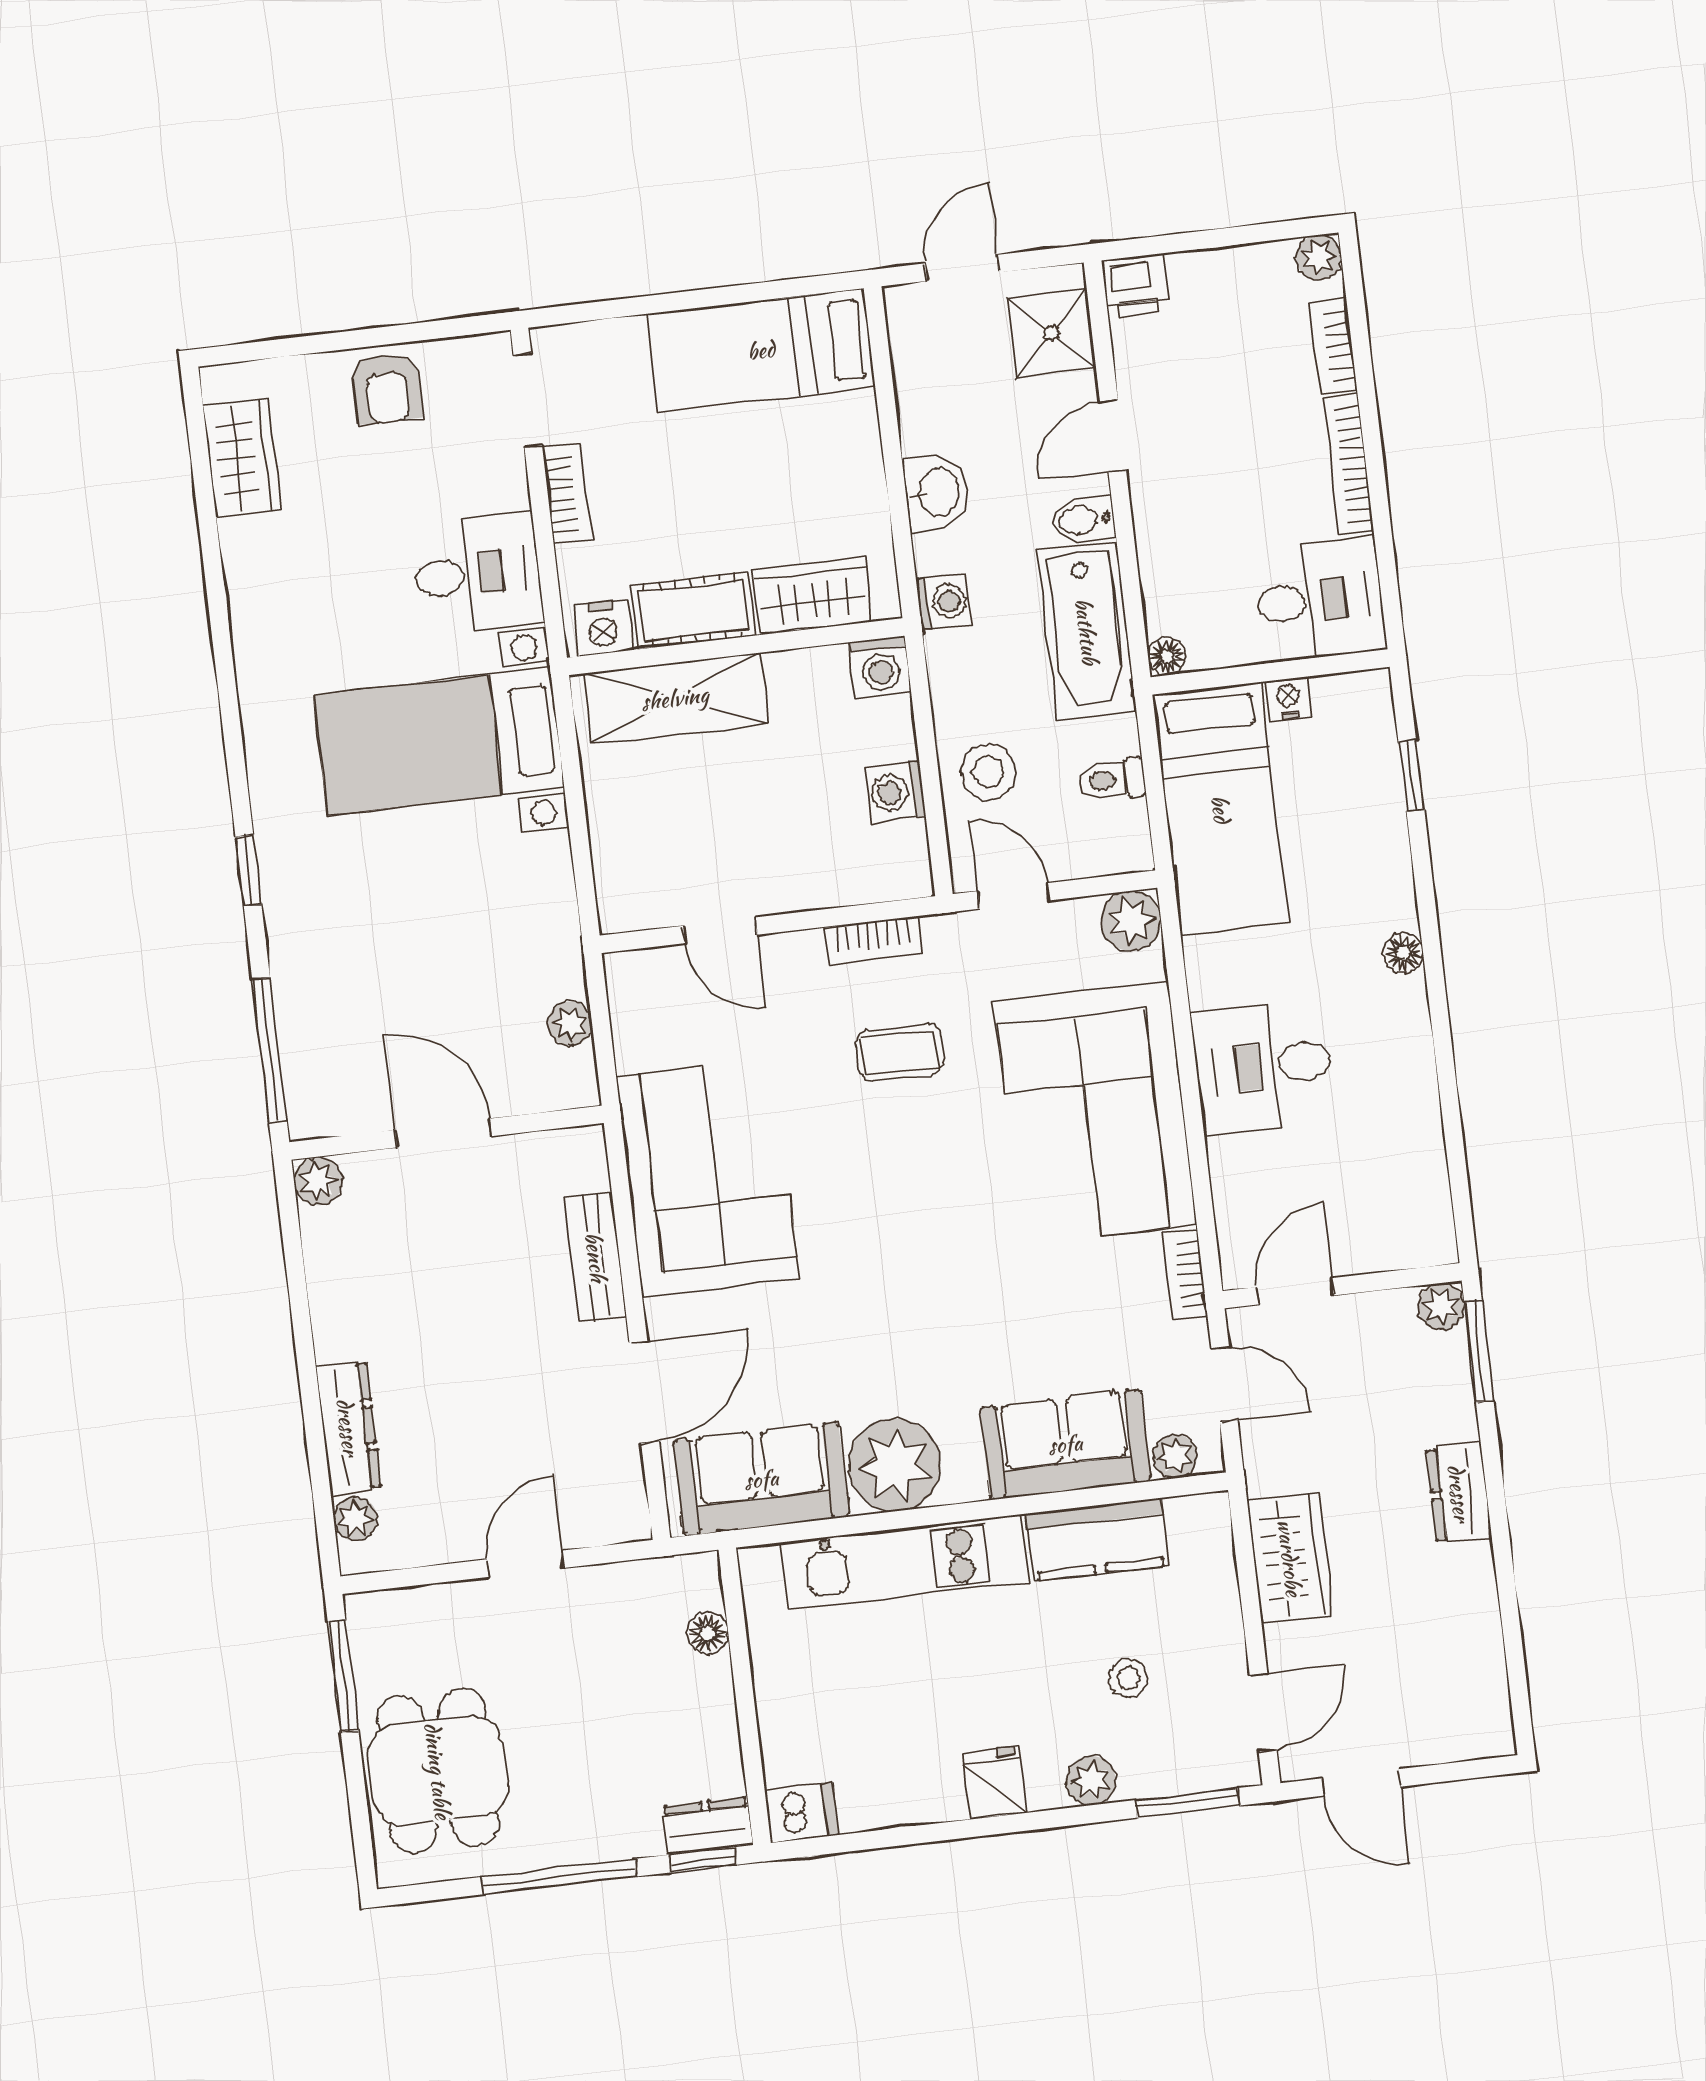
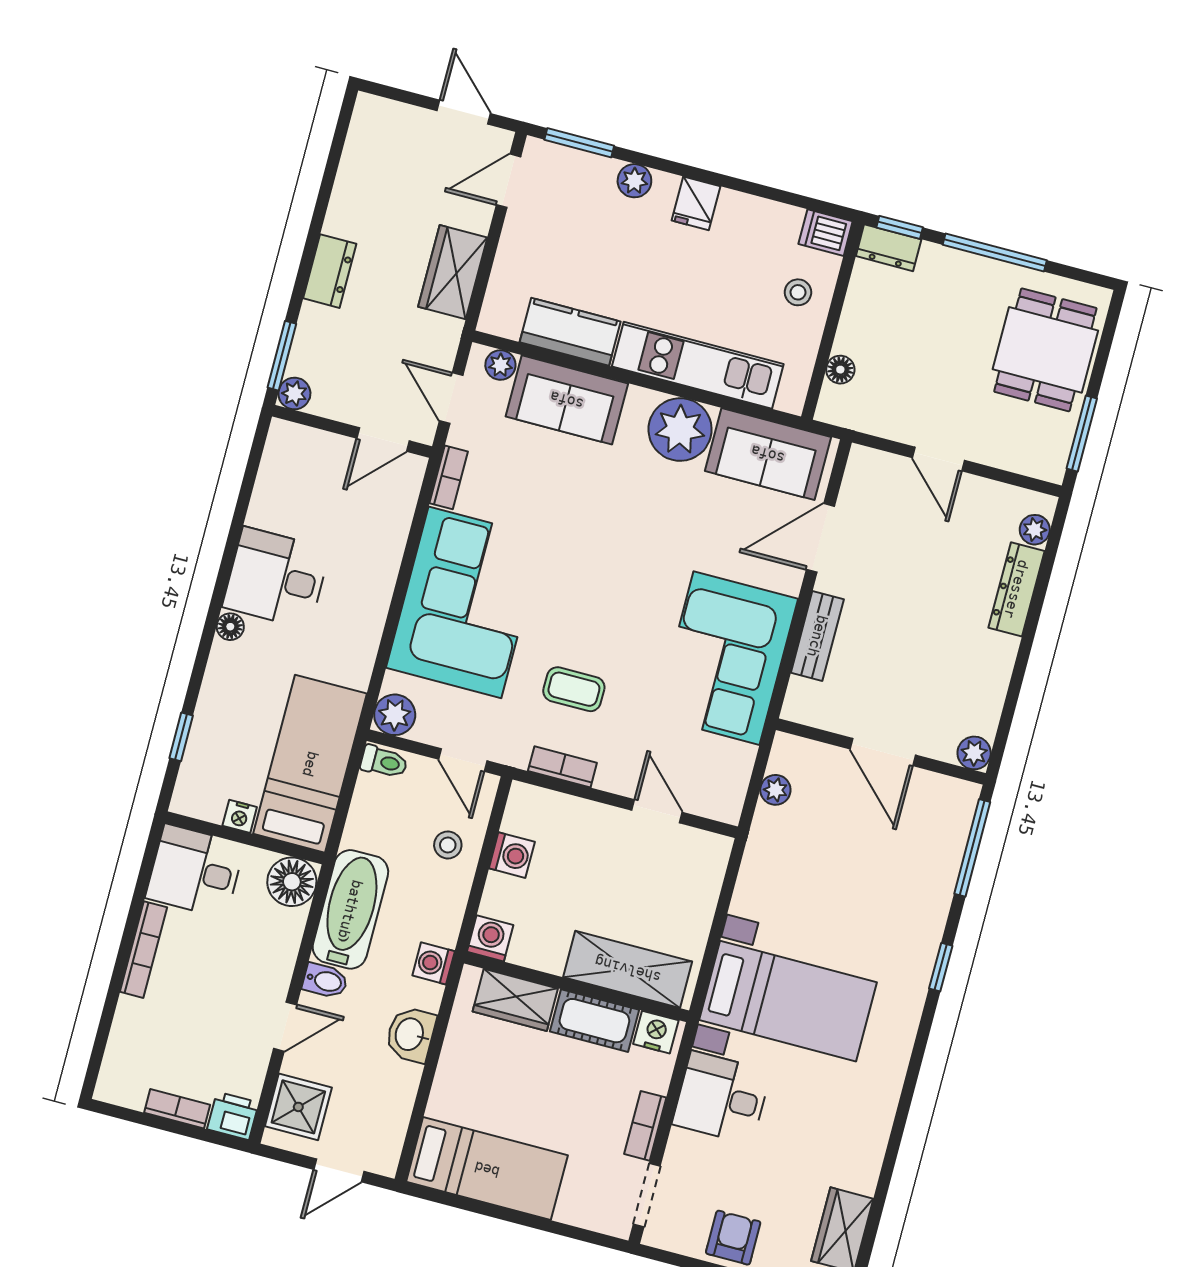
plant: (1319, 258) -> (110, 1088), removed
bookcase: (1334, 346) -> (177, 1109), moved, turned -90
floor lamp: (1167, 656) -> (292, 882), width x1.89, depth x1.89
stool: (988, 772) -> (448, 845), width x0.73, depth x0.73
toilet: (1112, 780) -> (384, 762), moved
desk: (1263, 1066) -> (276, 578), moved, turned 180
door: (525, 1564) -> (938, 459), hinge flipped
stool: (1128, 1678) -> (798, 292), moved

